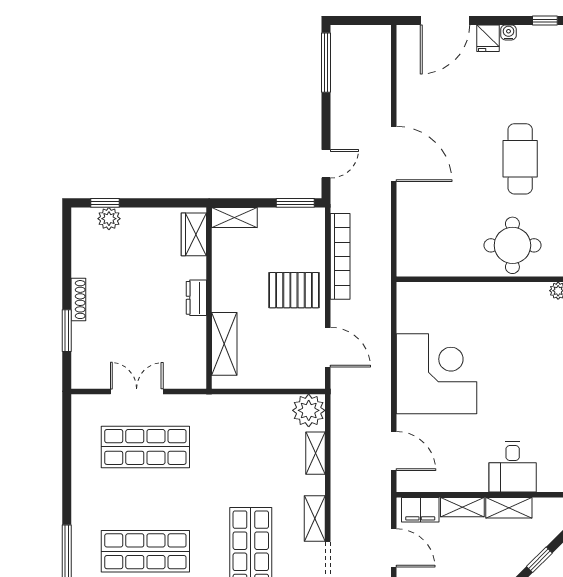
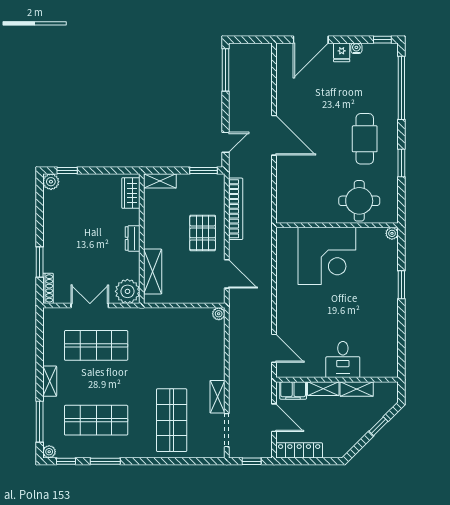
plant: (109, 219) -> (51, 182), moved
pallet: (294, 290) -> (203, 233), turned 90
shoe rack: (78, 300) -> (48, 288), moved
plant: (189, 372) -> (127, 291), added
corner desk: (436, 374) -> (327, 256), moved, turned 90
plant: (309, 410) -> (219, 314), width x0.53, depth x0.53
shelving: (316, 453) -> (50, 381), moved
desk: (513, 467) -> (343, 360), moved

